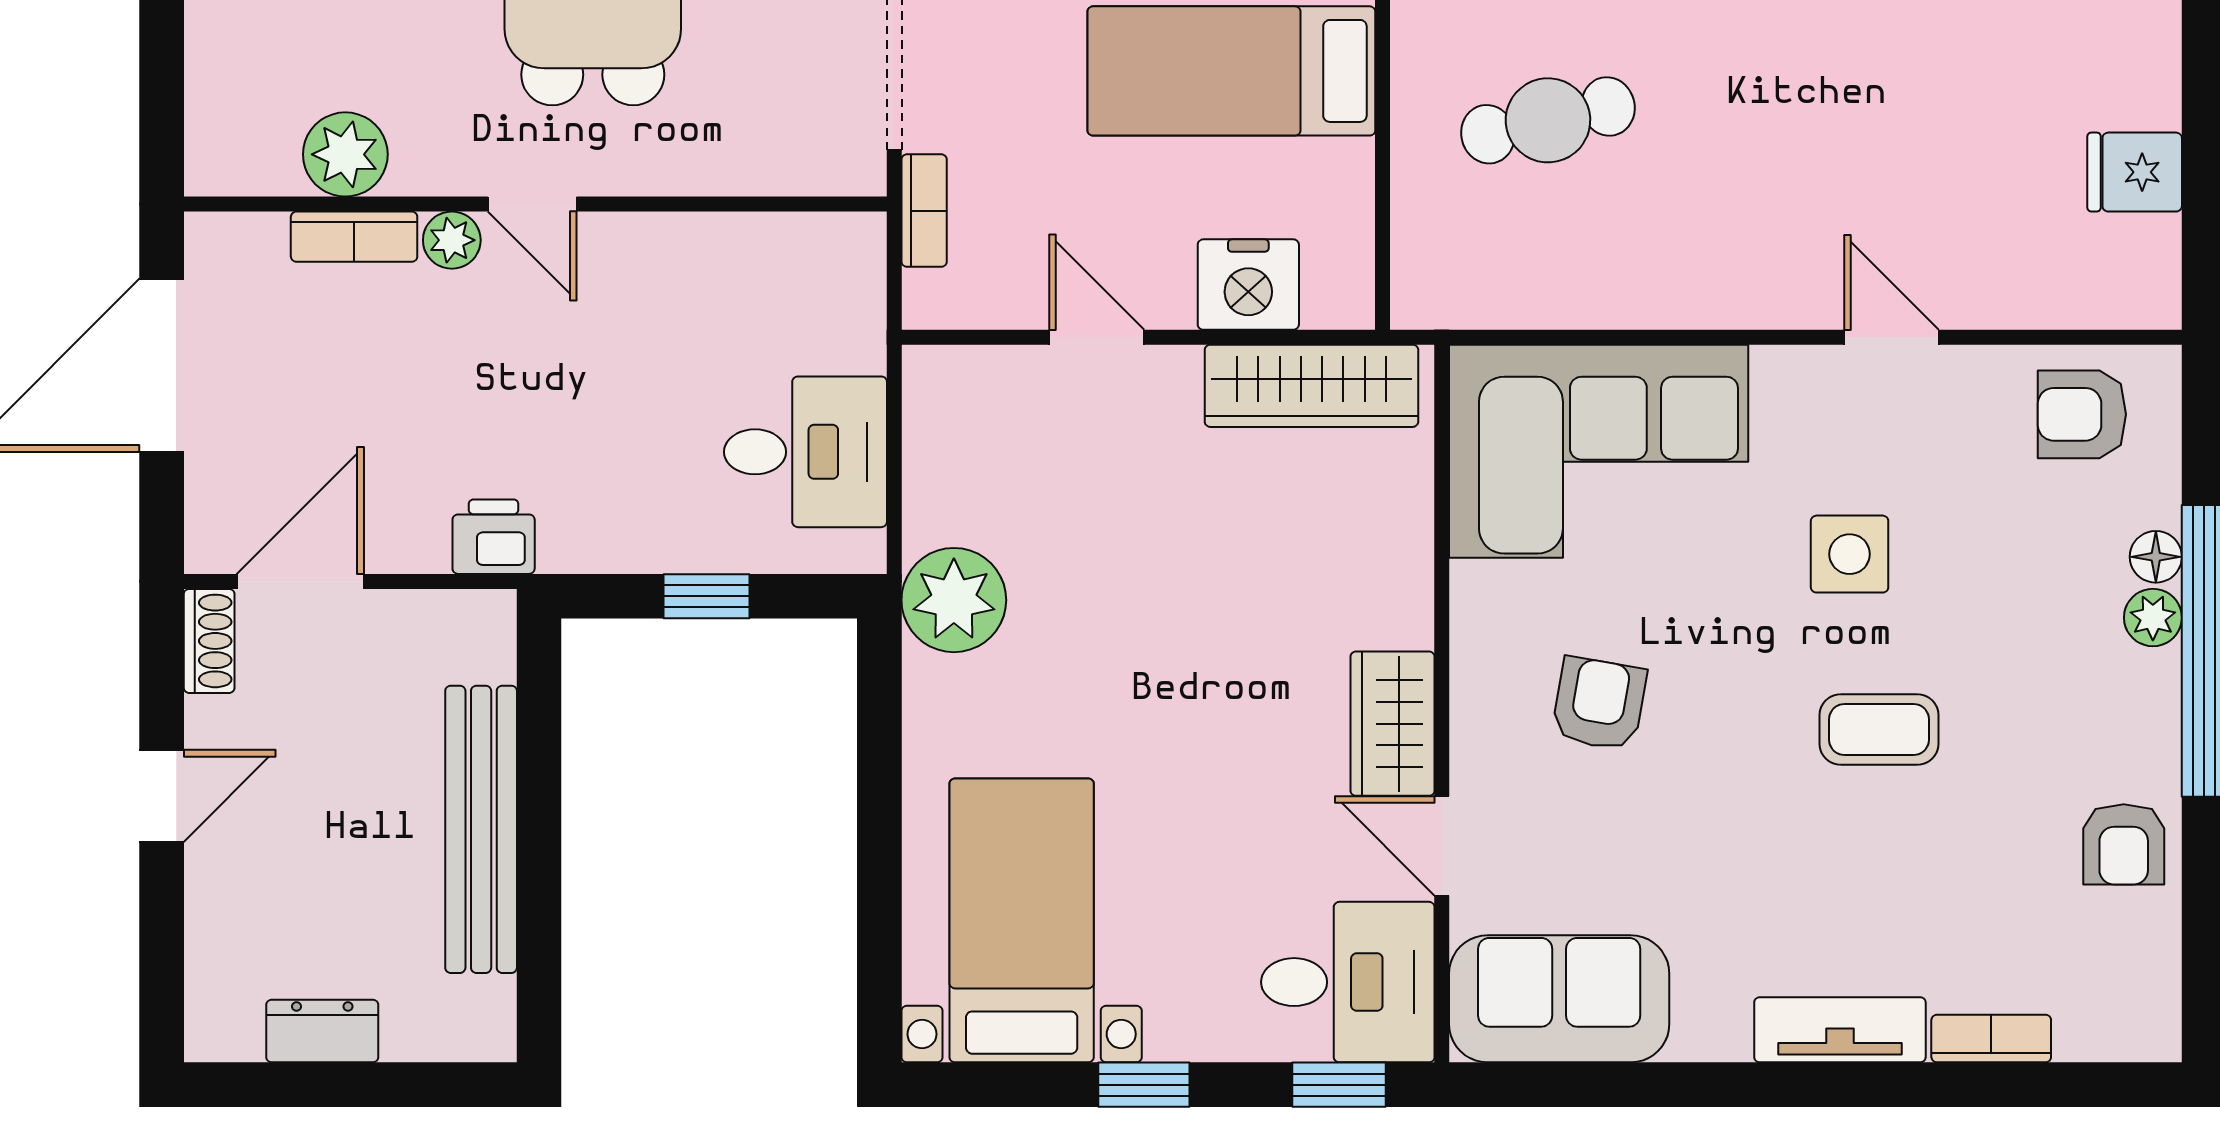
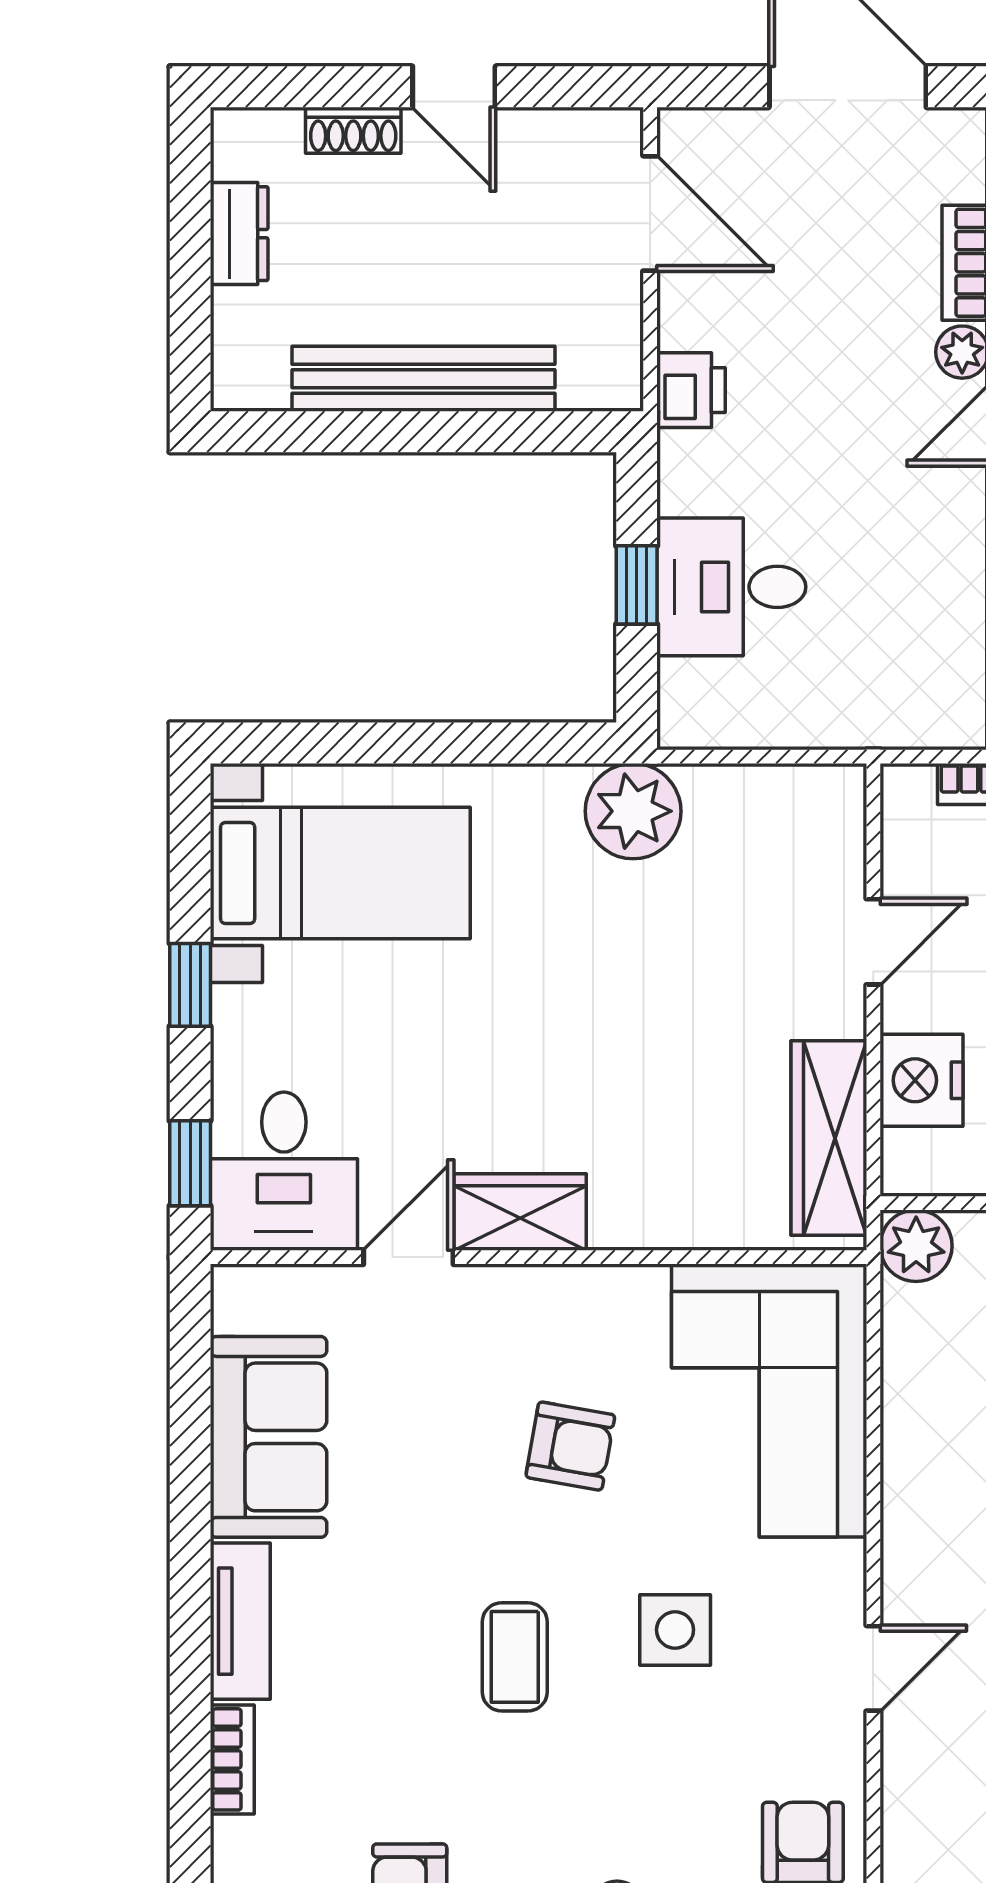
plant: (1429, 291) -> (916, 1246), added
desk: (805, 452) -> (731, 587), moved, turned 90
shoe rack: (209, 641) -> (353, 130), moved
armchair: (1599, 704) -> (570, 1446), moved
sofa: (1559, 999) -> (268, 1437), moved

